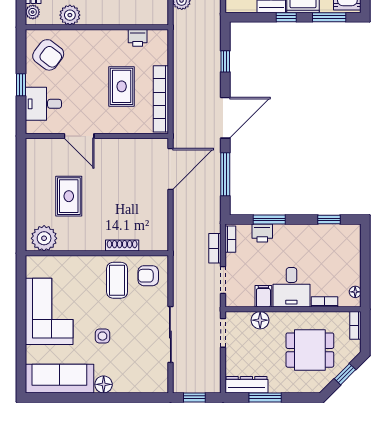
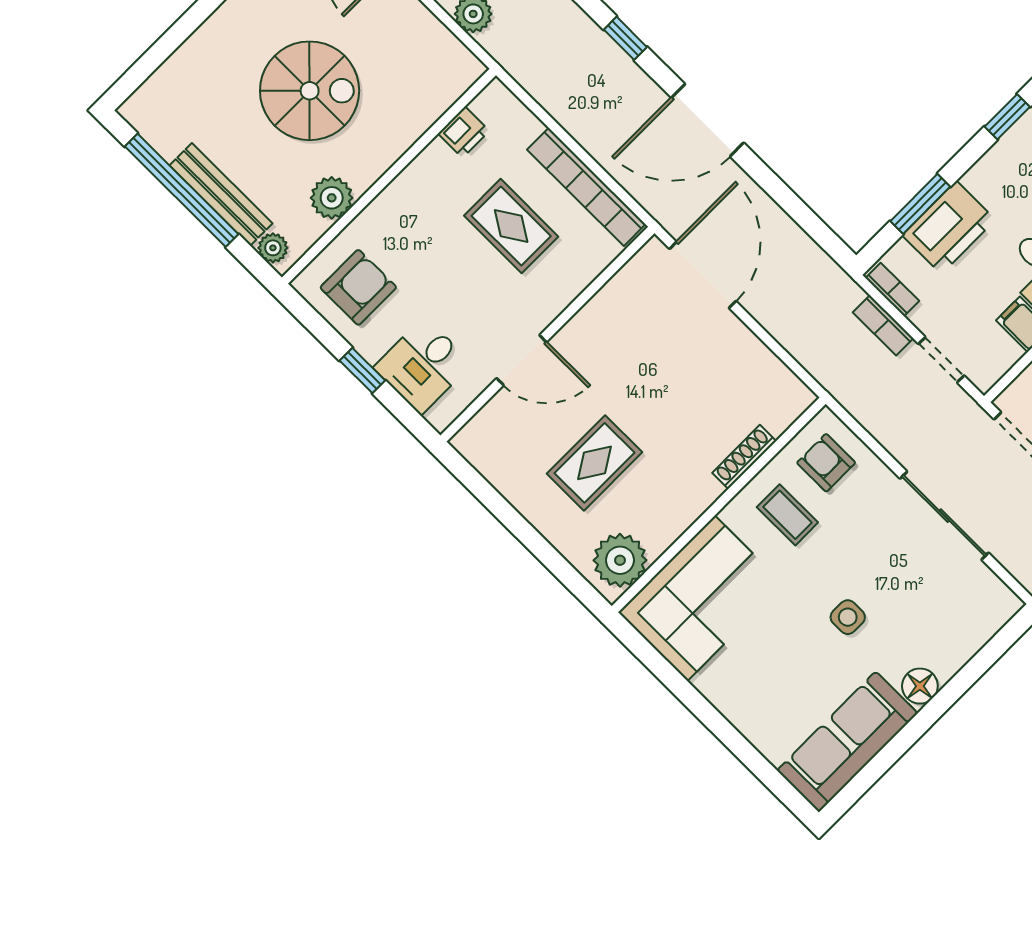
armchair: (48, 55) -> (358, 287), turned -37
door: (225, 118) -> (708, 120), swing flipped
window: (225, 174) -> (790, 203), removed
rug: (69, 196) -> (594, 463), turned 90
printer: (262, 233) -> (949, 228), width x1.87, depth x1.48
armchair: (148, 276) -> (826, 463), turned 90
coffee table: (117, 280) -> (787, 515), width x0.73, depth x0.77
corner sofa: (49, 311) -> (701, 598), moved, turned 90

